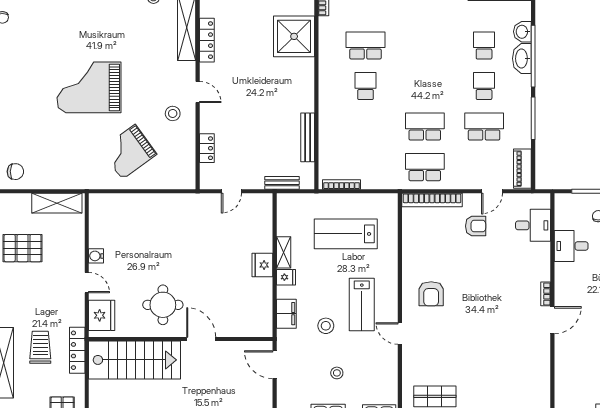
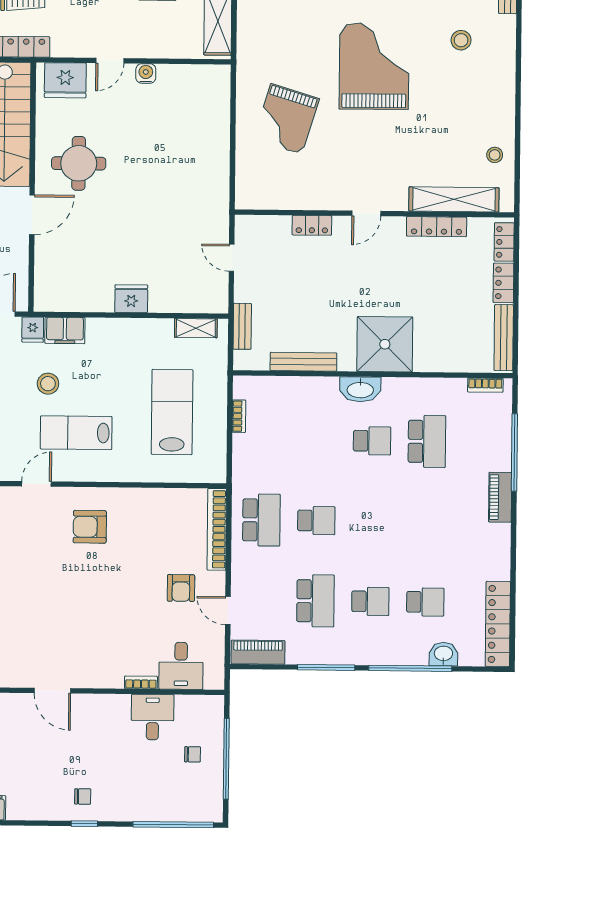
shower: (294, 36) -> (385, 344), moved
washbasin: (522, 59) -> (360, 389), moved, turned 180
stool: (173, 113) -> (461, 40), moved
school desk: (425, 127) -> (316, 521), width x0.54
locker: (207, 148) -> (312, 225), moved
grand piano: (129, 152) -> (286, 119), turned -127
bookcase: (342, 184) -> (239, 416), width x0.64
shelving: (284, 252) -> (196, 328), moved
fridge: (286, 277) -> (33, 330), moved
bookcase: (546, 294) -> (141, 682), moved

